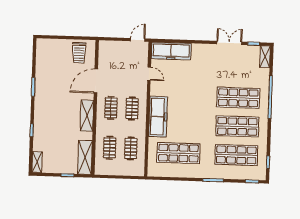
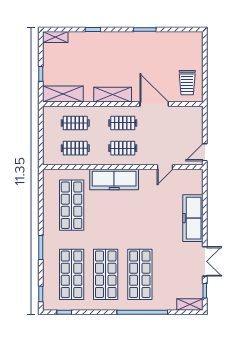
door: (138, 40) -> (205, 152), swing flipped
freezer: (171, 51) -> (193, 218), moved
trolley: (79, 53) -> (187, 83), turned -90

